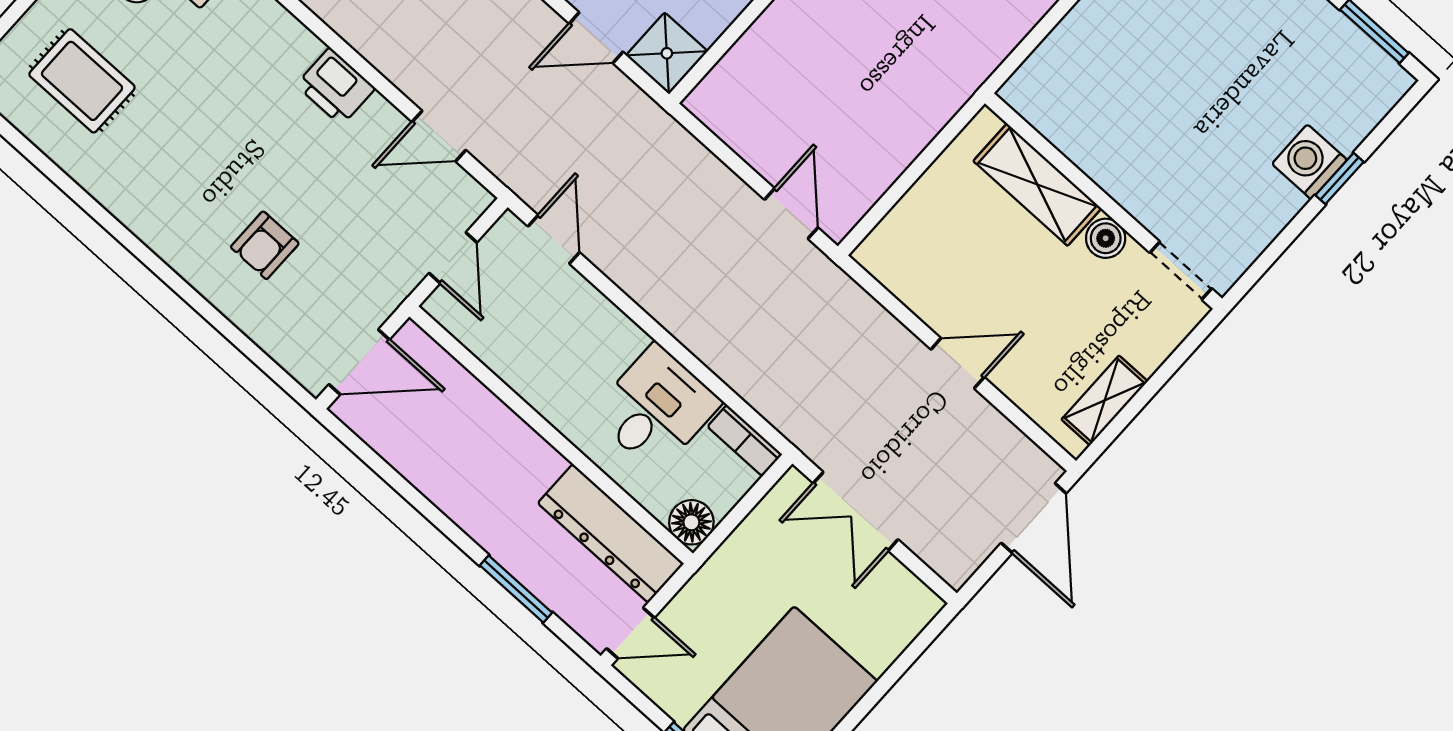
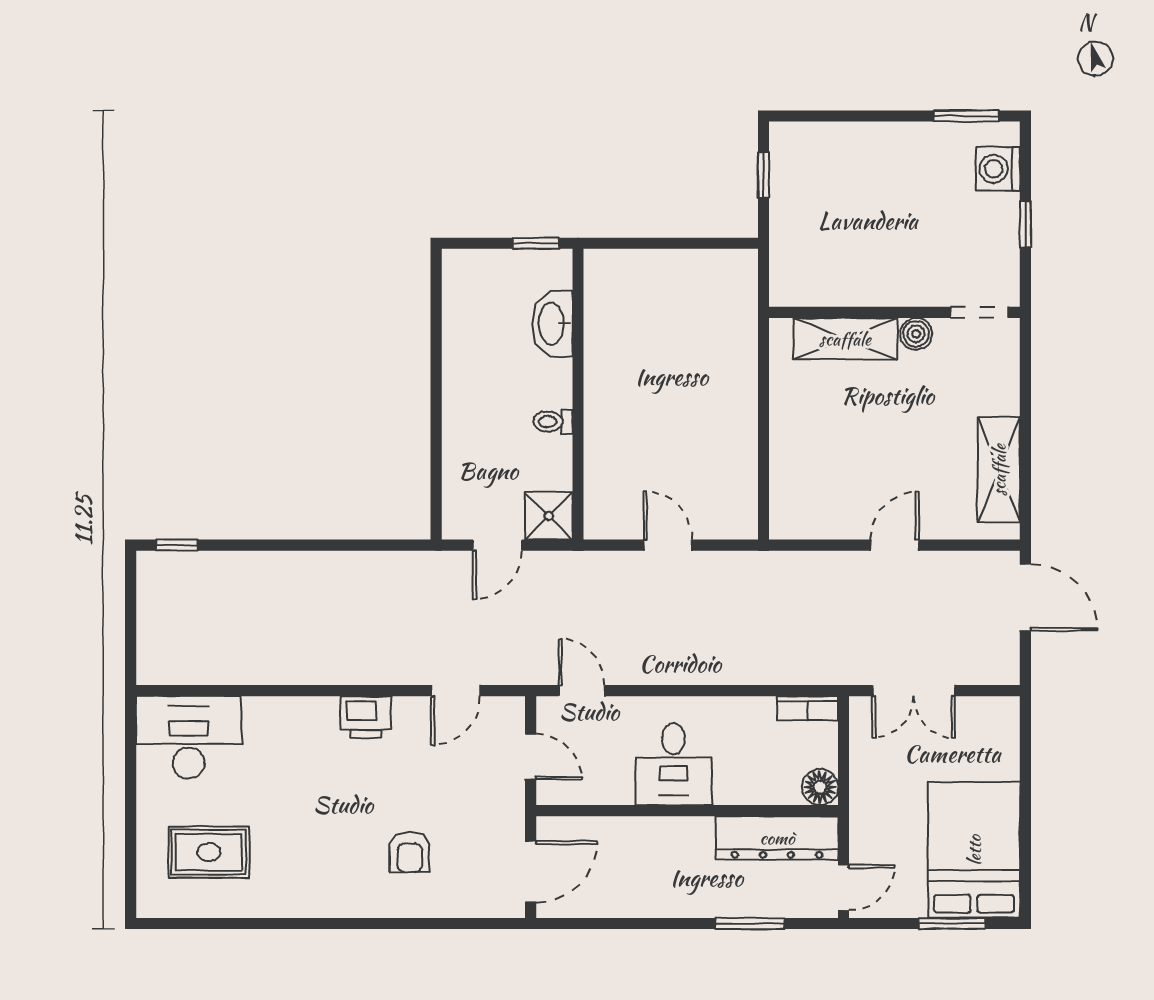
washing machine: (1309, 162) -> (998, 169), moved
shelving: (1037, 185) -> (845, 339), moved
wall: (1103, 201) -> (894, 312), moved
door: (791, 214) -> (668, 545), moved
boiler: (1106, 238) -> (916, 334), moved
doorway: (1181, 271) -> (979, 312), moved
shelving: (1105, 400) -> (999, 470), width x1.50, depth x1.33
desk: (656, 408) -> (674, 764), moved, turned 180

